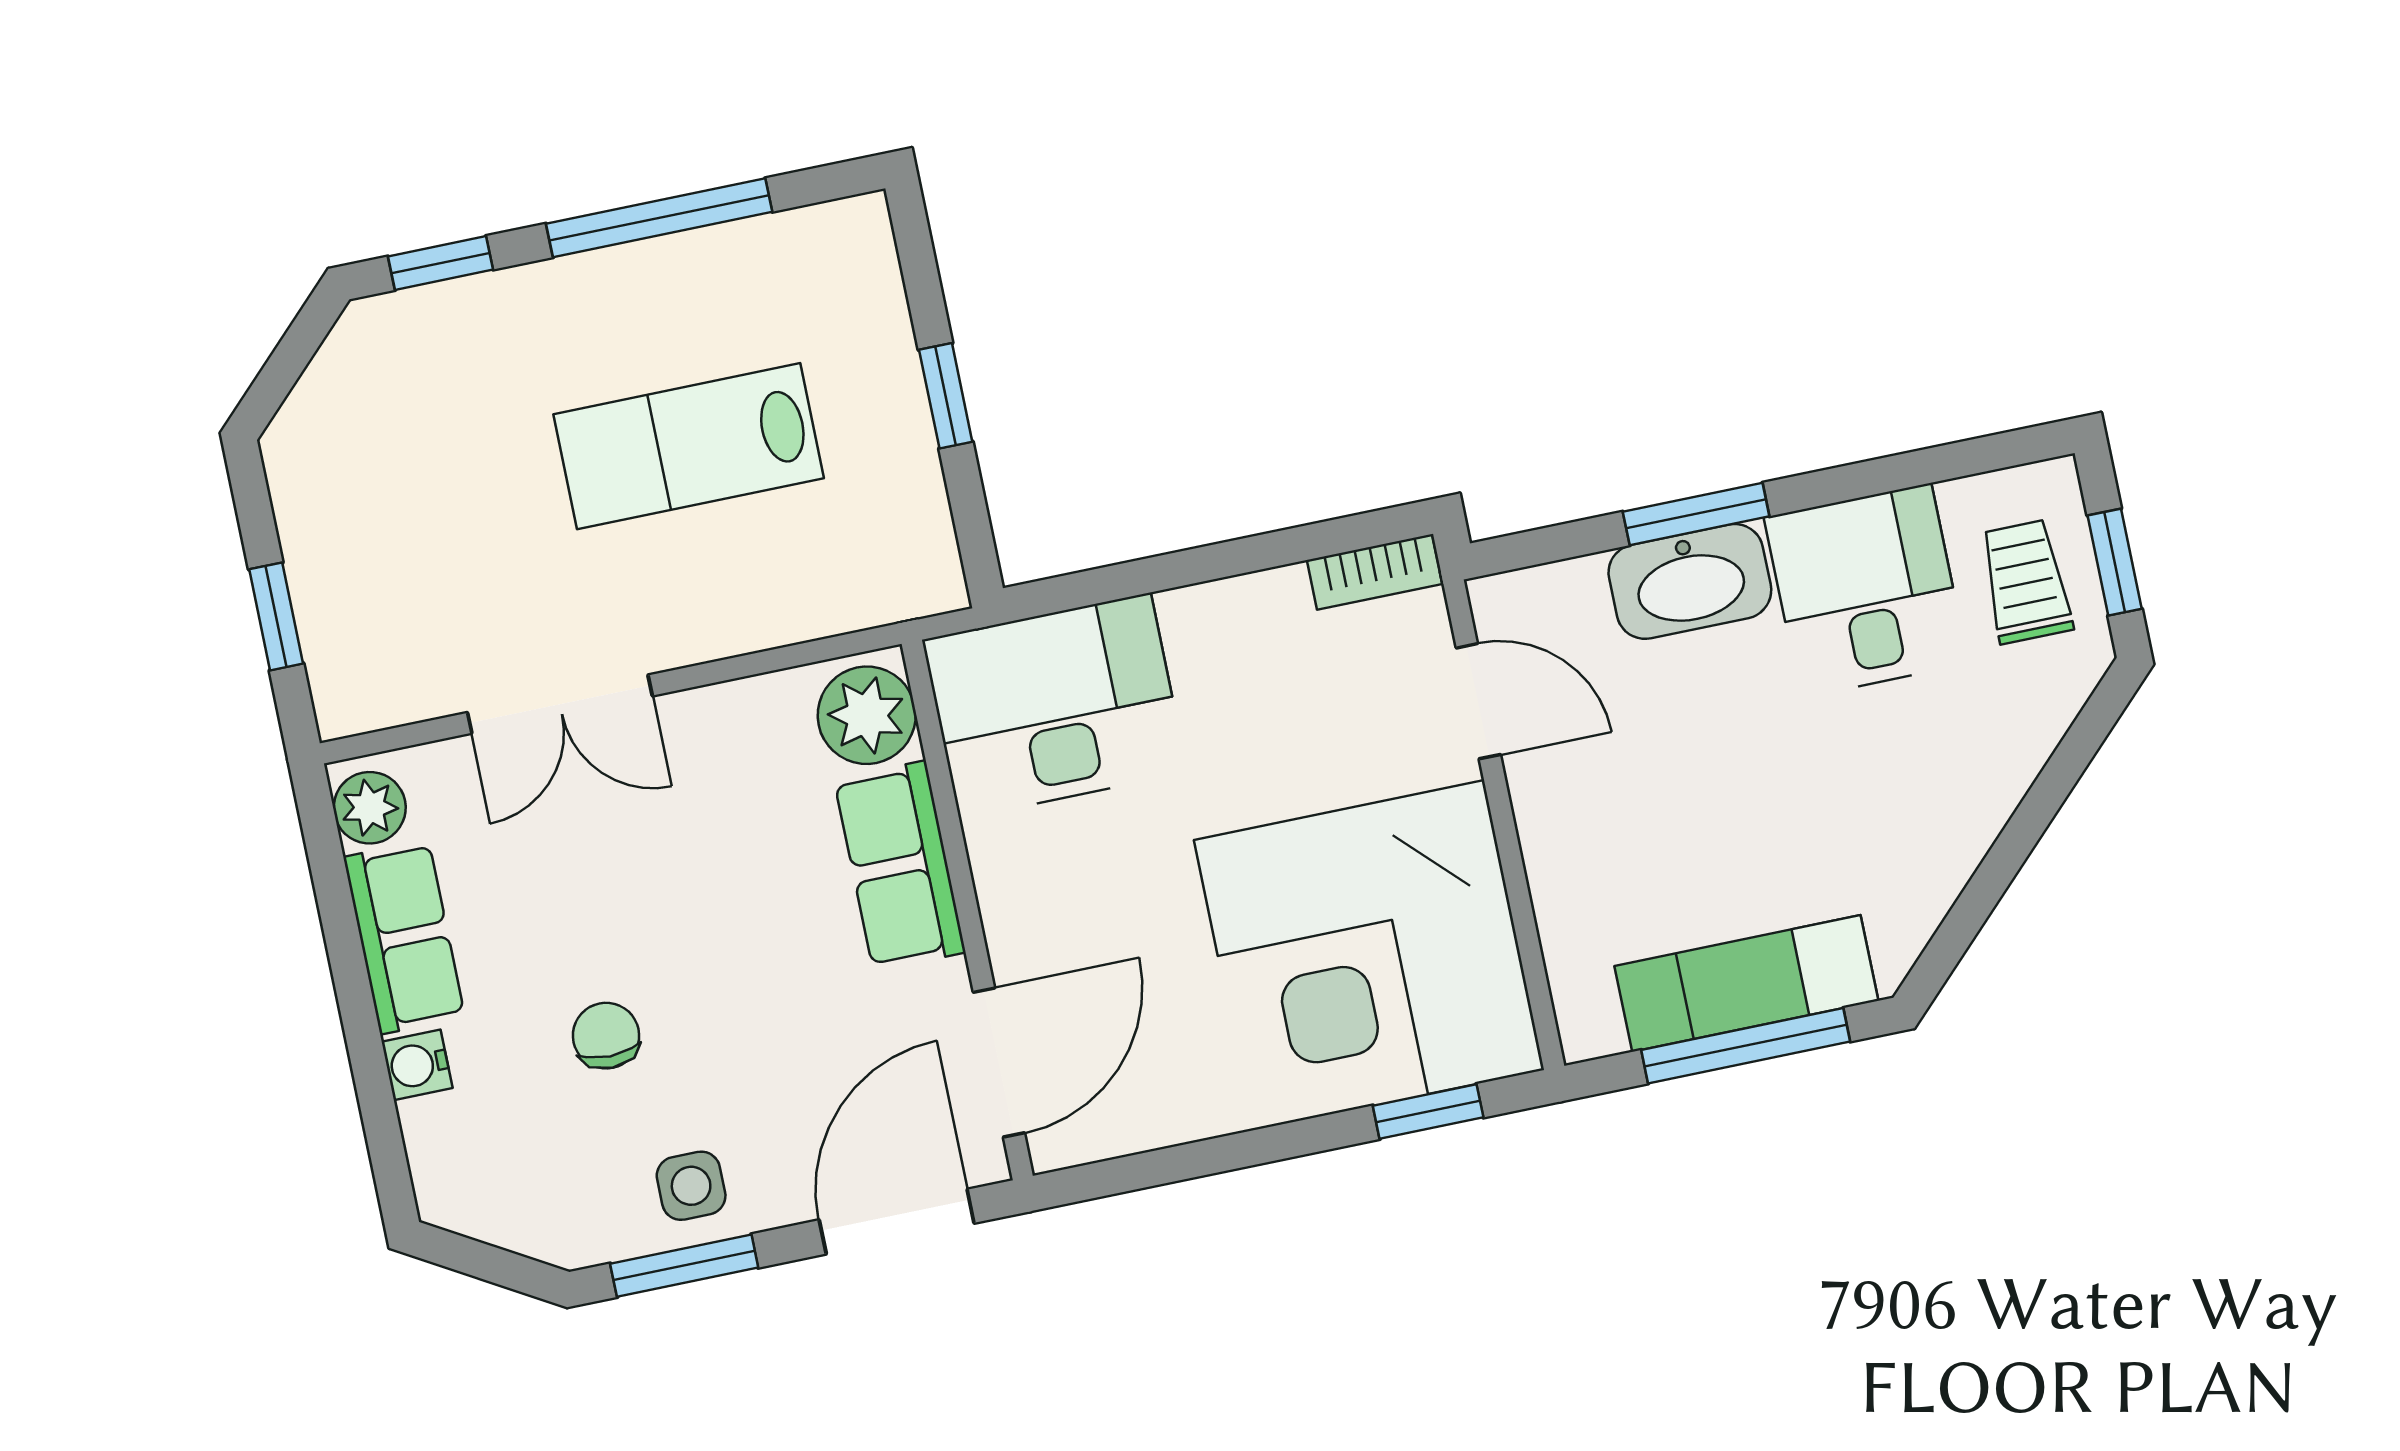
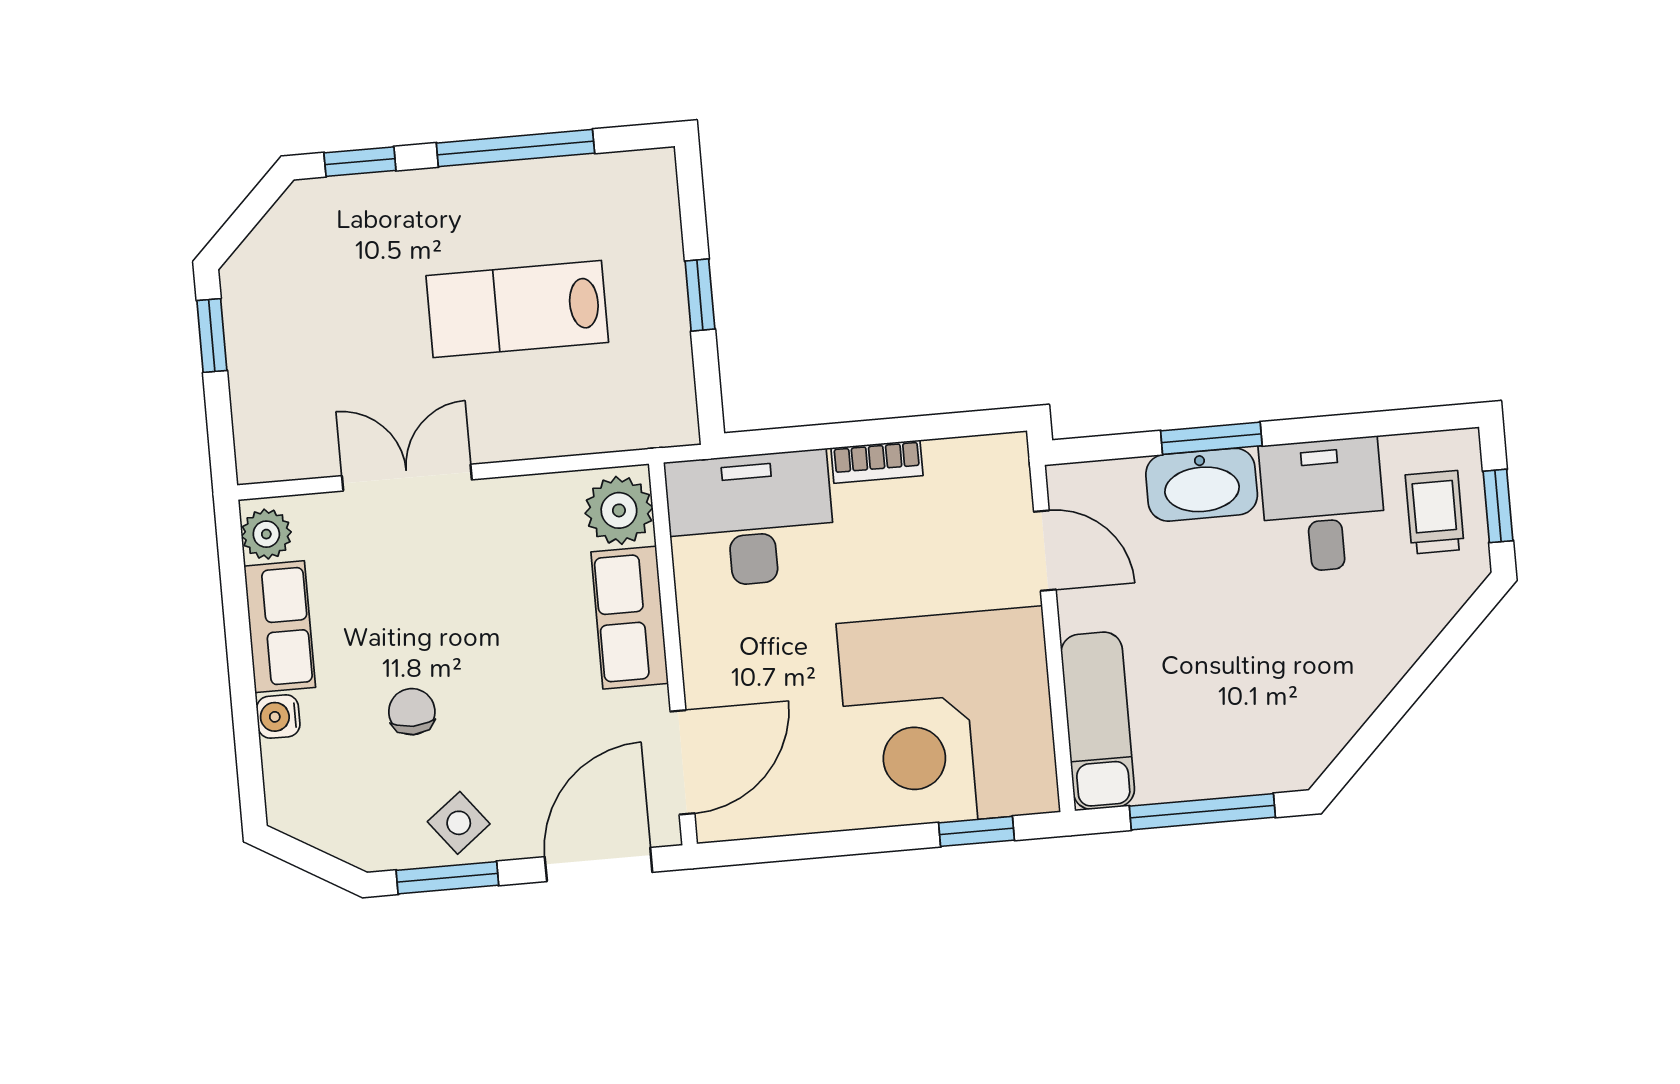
bookcase: (1375, 572) -> (877, 462), moved
window: (276, 616) -> (212, 336), moved
double door: (560, 704) -> (407, 478), swing flipped
exam couch: (1746, 983) -> (1098, 721), moved, turned 90
side table: (691, 1186) -> (459, 823), turned -38

